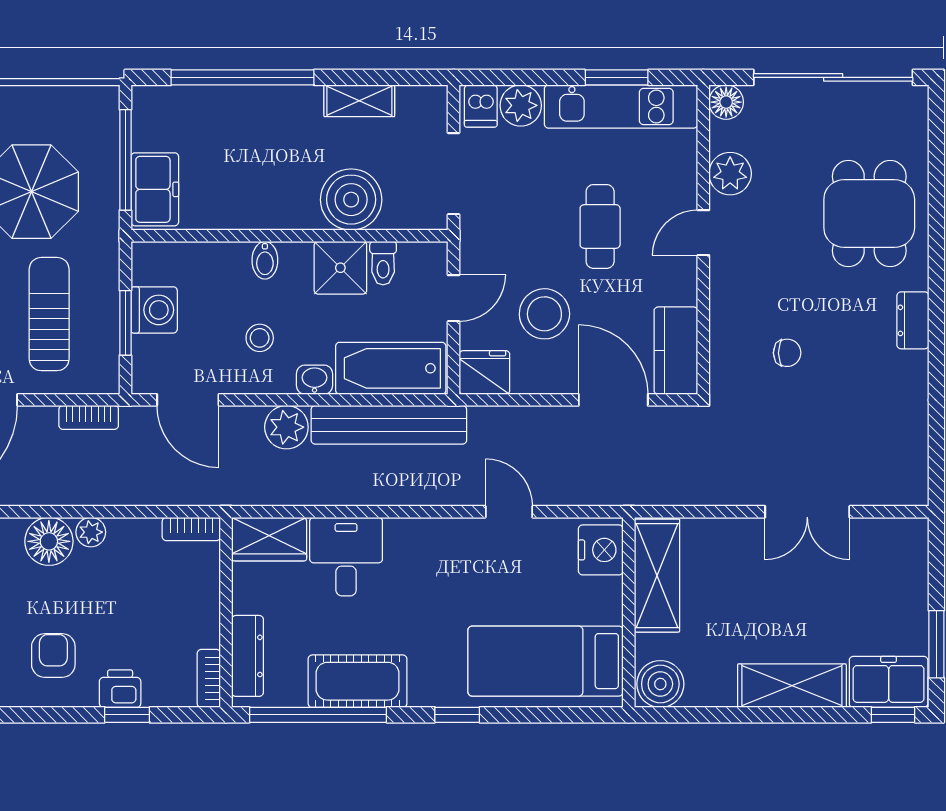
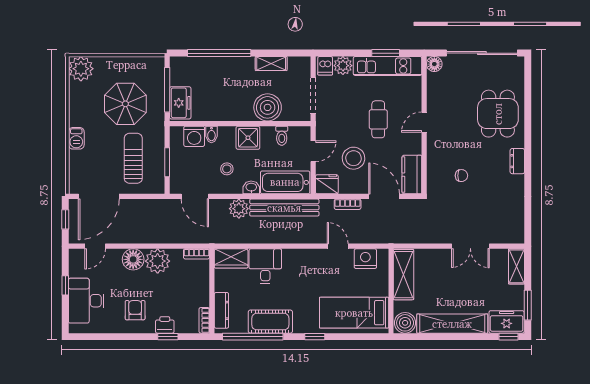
plant: (730, 174) -> (436, 96), removed
bidet: (265, 260) -> (211, 134), moved
shower: (340, 268) -> (248, 138), moved
washing machine: (154, 310) -> (194, 136), moved, turned 90
bookcase: (89, 417) -> (348, 204), moved
plant: (91, 532) -> (158, 261), width x1.88, depth x1.88
nightstand: (601, 550) -> (365, 259), moved, turned -90
shelving: (911, 557) -> (517, 266), added
shelving: (792, 686) -> (452, 324), width x1.47

